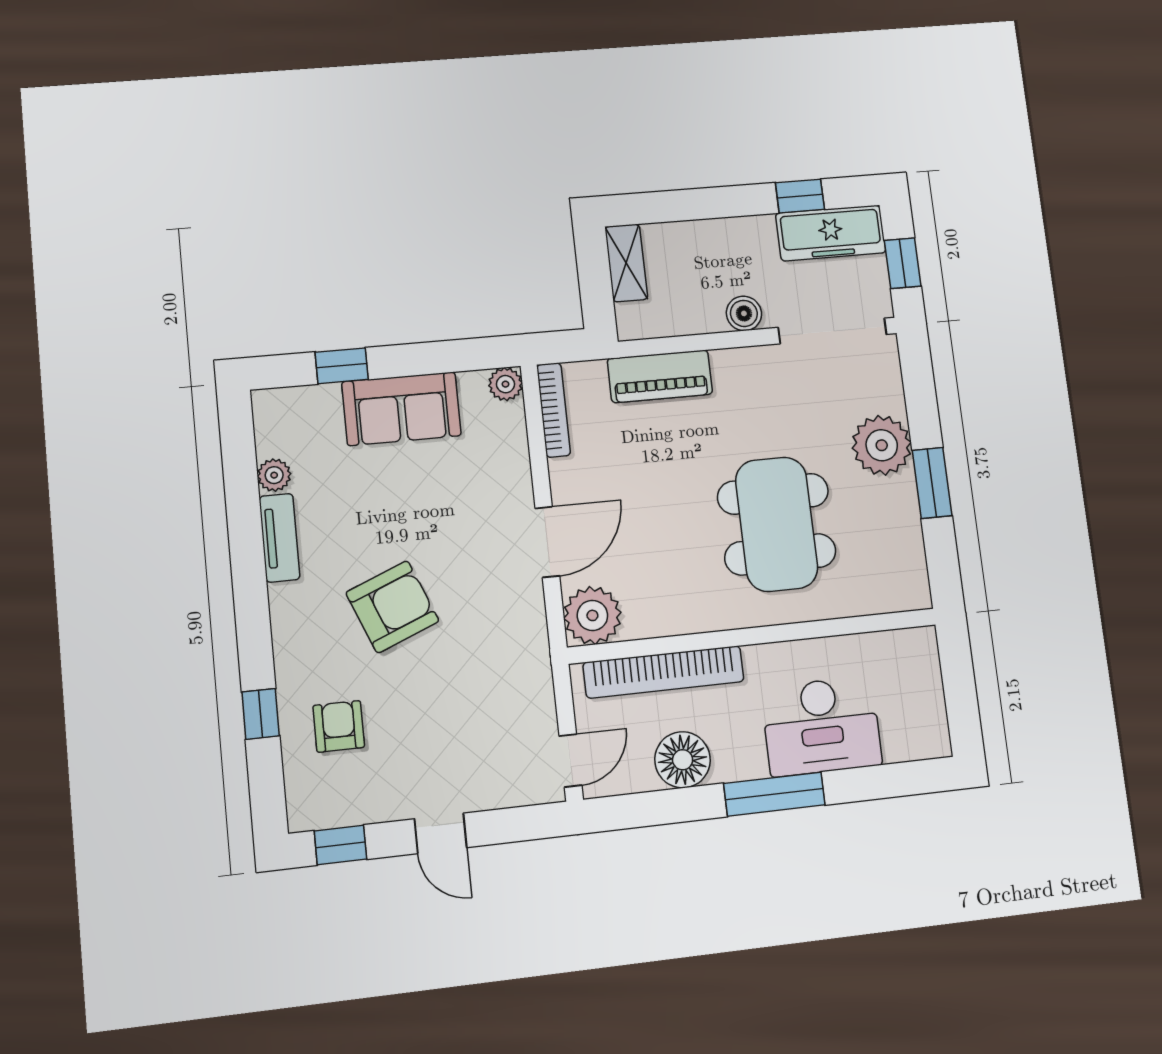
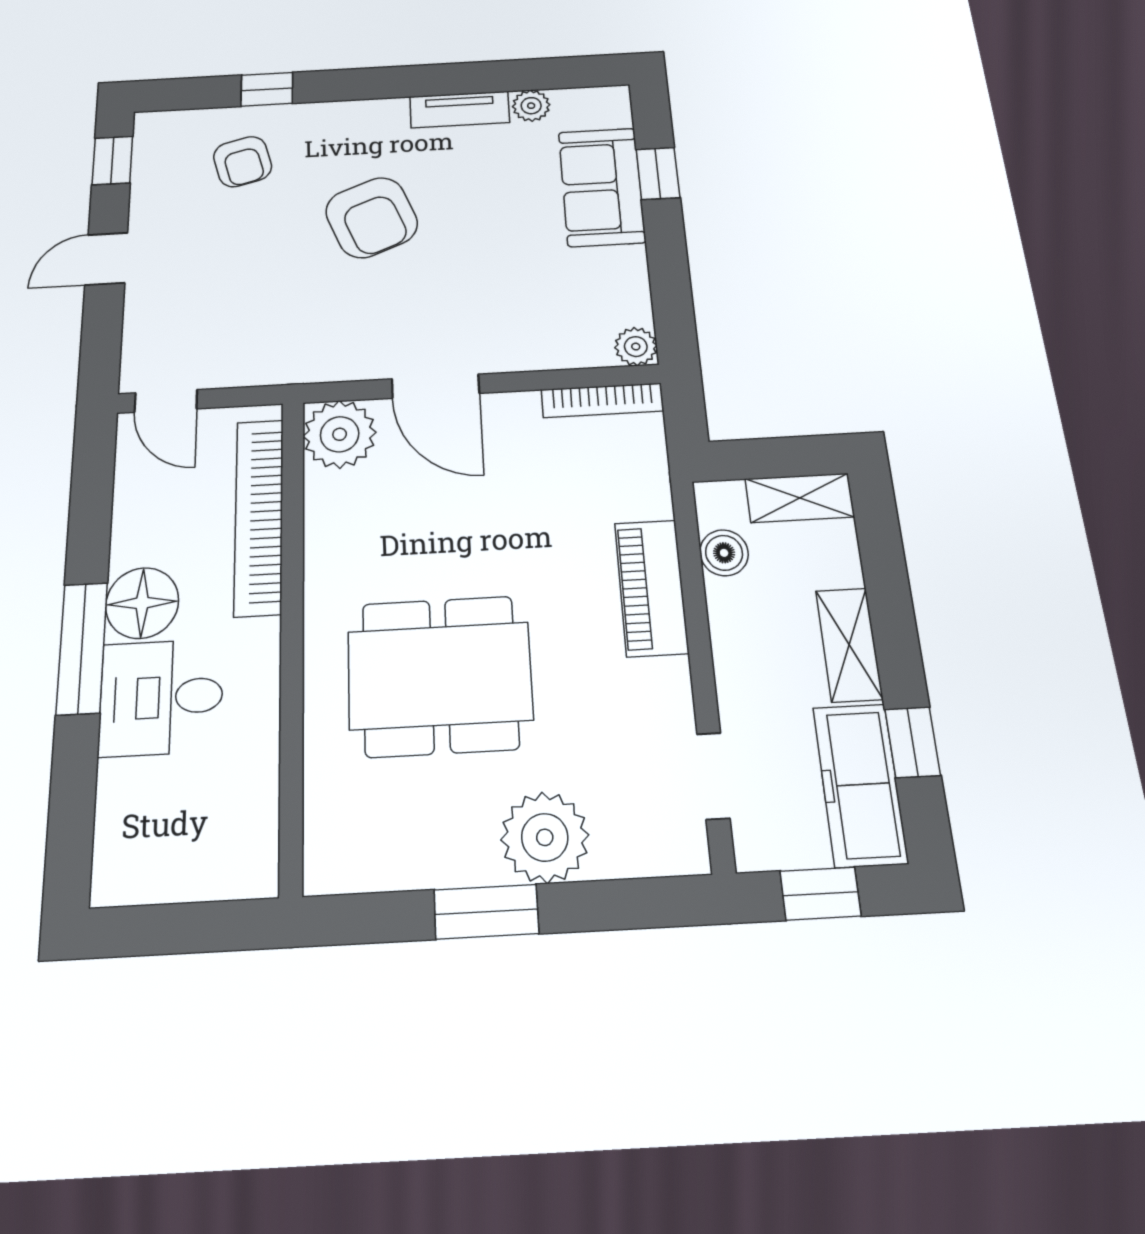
shelving: (735, 234) -> (849, 645), added
boiler: (744, 313) -> (724, 553), moved
doorway: (832, 331) -> (713, 776), width x0.53
piano: (660, 376) -> (651, 588), moved
sofa: (401, 409) -> (602, 187), moved
armchair: (339, 726) -> (243, 162), turned 75
desk: (821, 726) -> (161, 697), width x0.73
floor lamp: (683, 760) -> (142, 603), moved

